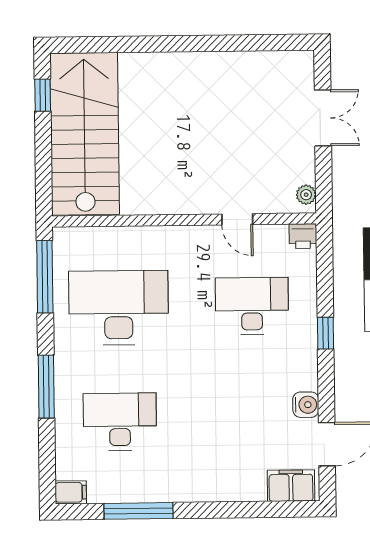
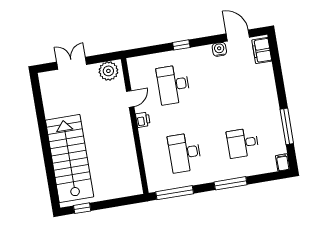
stairs: (85, 134) -> (70, 158), moved, turned 90
plant: (306, 195) -> (108, 71), width x1.87, depth x1.87
printer: (303, 236) -> (143, 120), moved
desk: (118, 308) -> (185, 153), width x0.73, depth x0.77
desk: (120, 422) -> (243, 143), width x0.73

